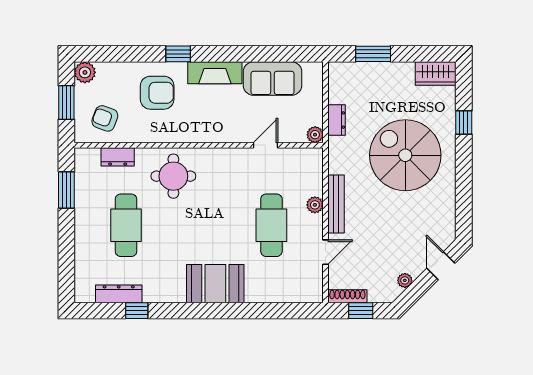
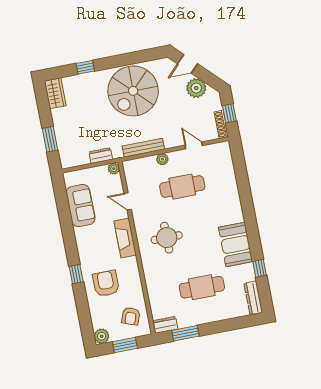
fireplace: (215, 73) -> (125, 238), moved, turned 180
spiral stairs: (405, 155) -> (133, 91), moved
dresser: (118, 157) -> (165, 325), moved, turned -90
round table: (173, 176) -> (167, 238), moved
bench: (336, 204) -> (143, 148), moved
plant: (405, 280) -> (196, 88), width x1.88, depth x1.88
booth: (215, 284) -> (236, 244), moved
dresser: (119, 294) -> (253, 298), moved

